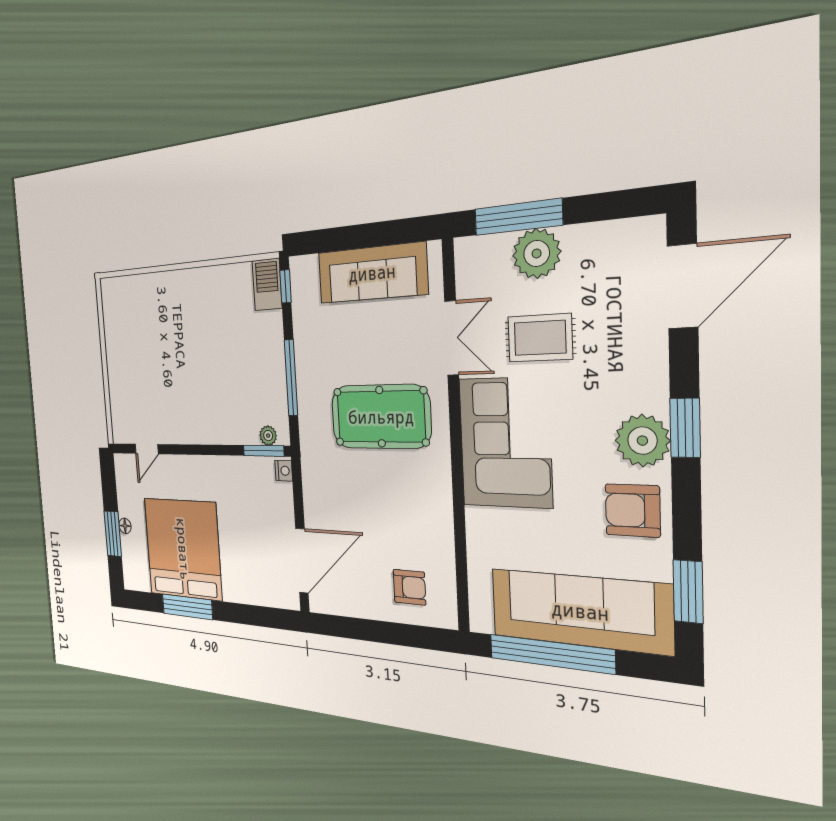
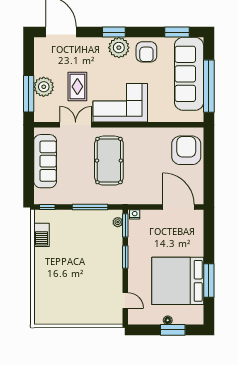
barbecue: (267, 284) -> (41, 235), moved, turned -90
window: (212, 450) -> (125, 257), added
armchair: (409, 587) -> (186, 150), width x1.88, depth x1.88

